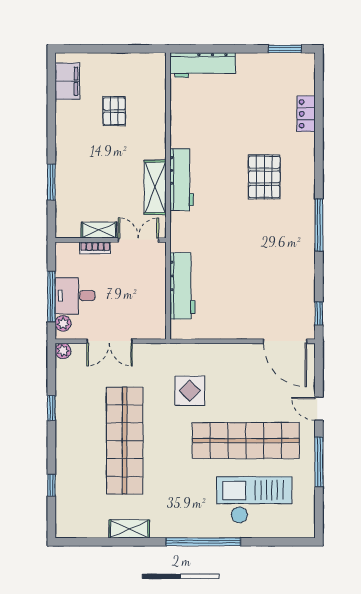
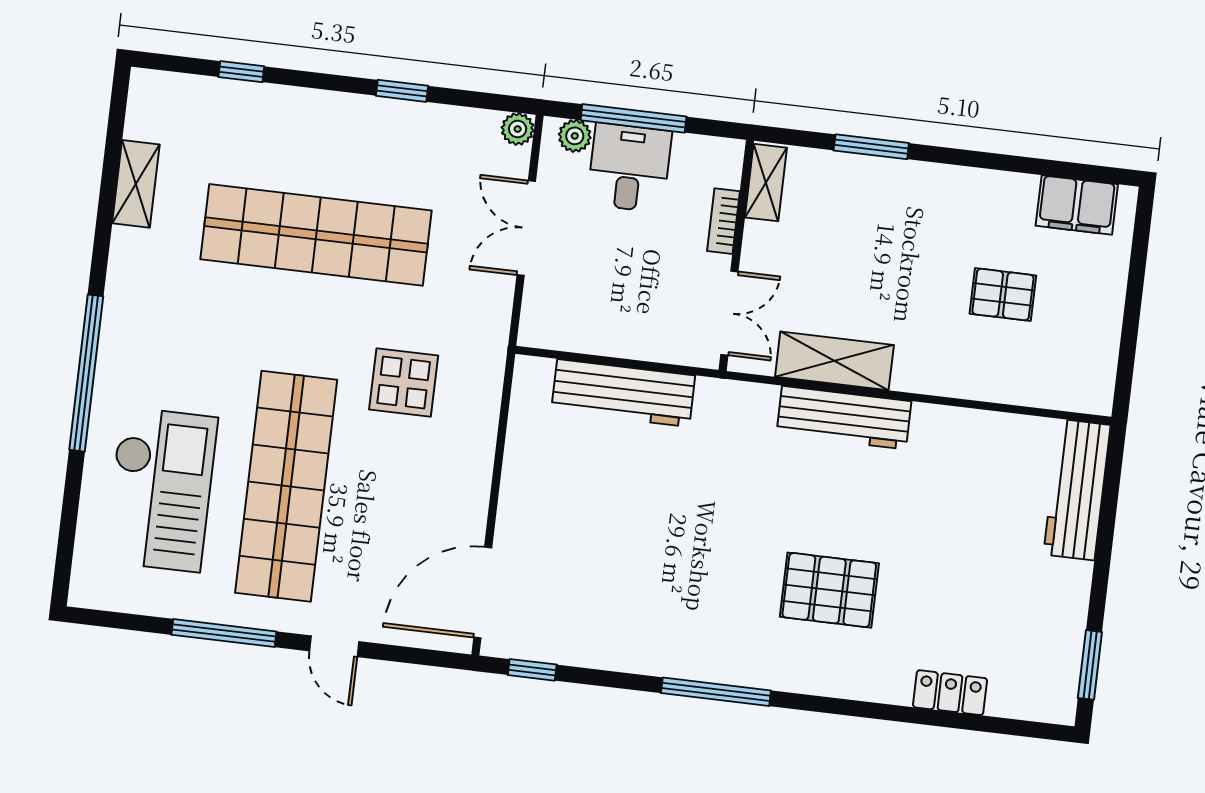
shelving: (99, 230) -> (766, 183), moved
door: (319, 409) -> (334, 646), swing flipped
shelving: (129, 529) -> (136, 184), moved

